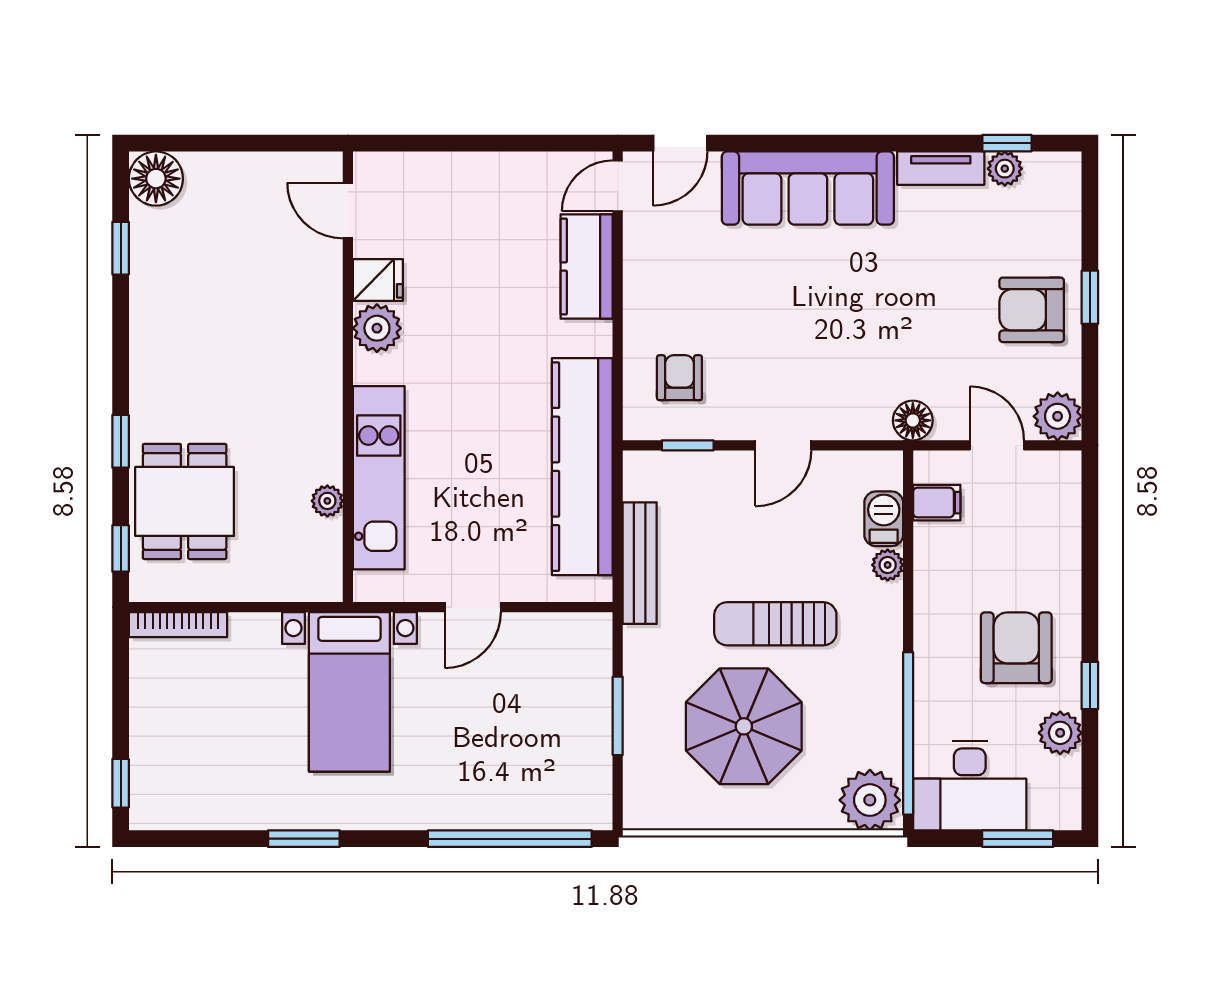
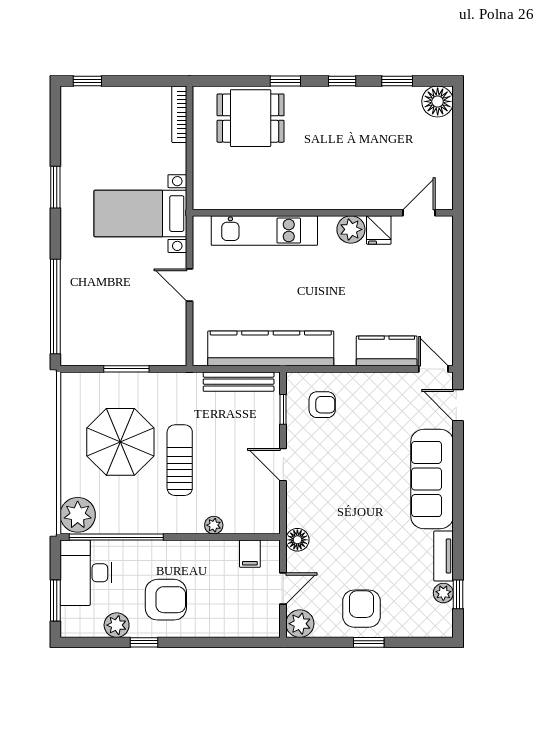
plant: (327, 501) -> (251, 201), removed
barbecue: (884, 519) -> (241, 523), removed
window: (121, 548) -> (342, 81), moved
bench: (640, 563) -> (239, 382), moved

